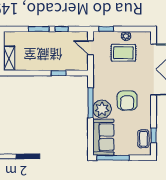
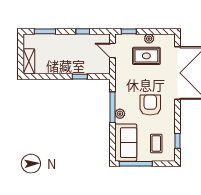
window: (39, 29) -> (45, 31), moved
armchair: (127, 101) -> (150, 105), turned 180
plant: (102, 109) -> (120, 114), width x0.53, depth x0.53
coffee table: (143, 139) -> (156, 144), moved

